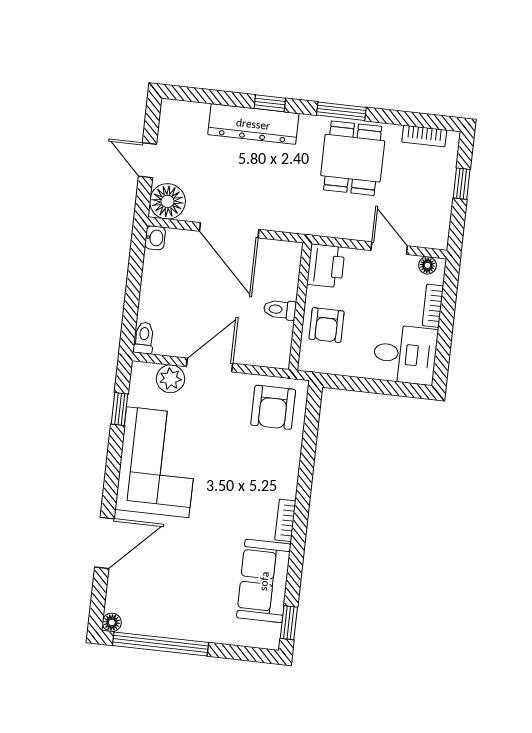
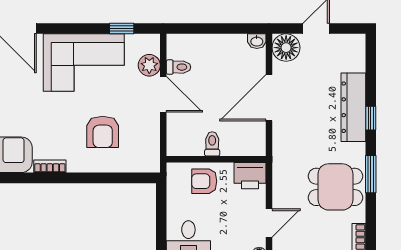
toilet: (144, 338) -> (179, 67), moved
armchair: (273, 407) -> (103, 132), moved, turned -90

